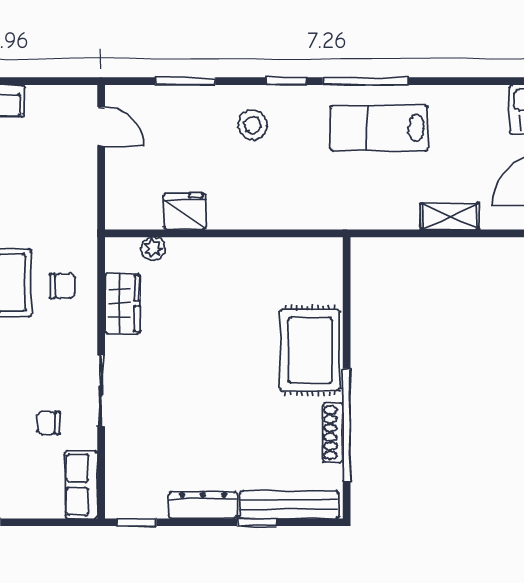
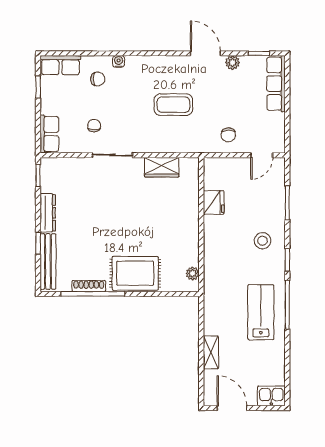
plant: (153, 249) -> (193, 273), moved
chair: (62, 286) -> (228, 135), moved
row of seats: (81, 485) -> (49, 134), moved, turned 90

